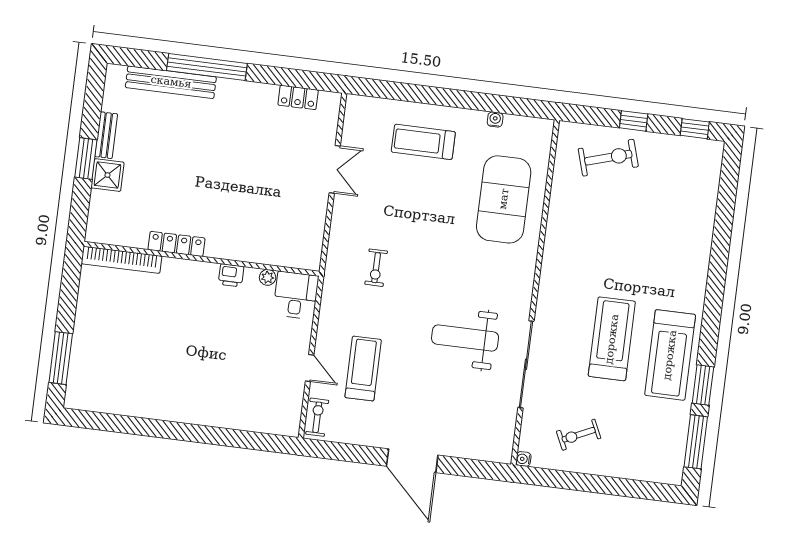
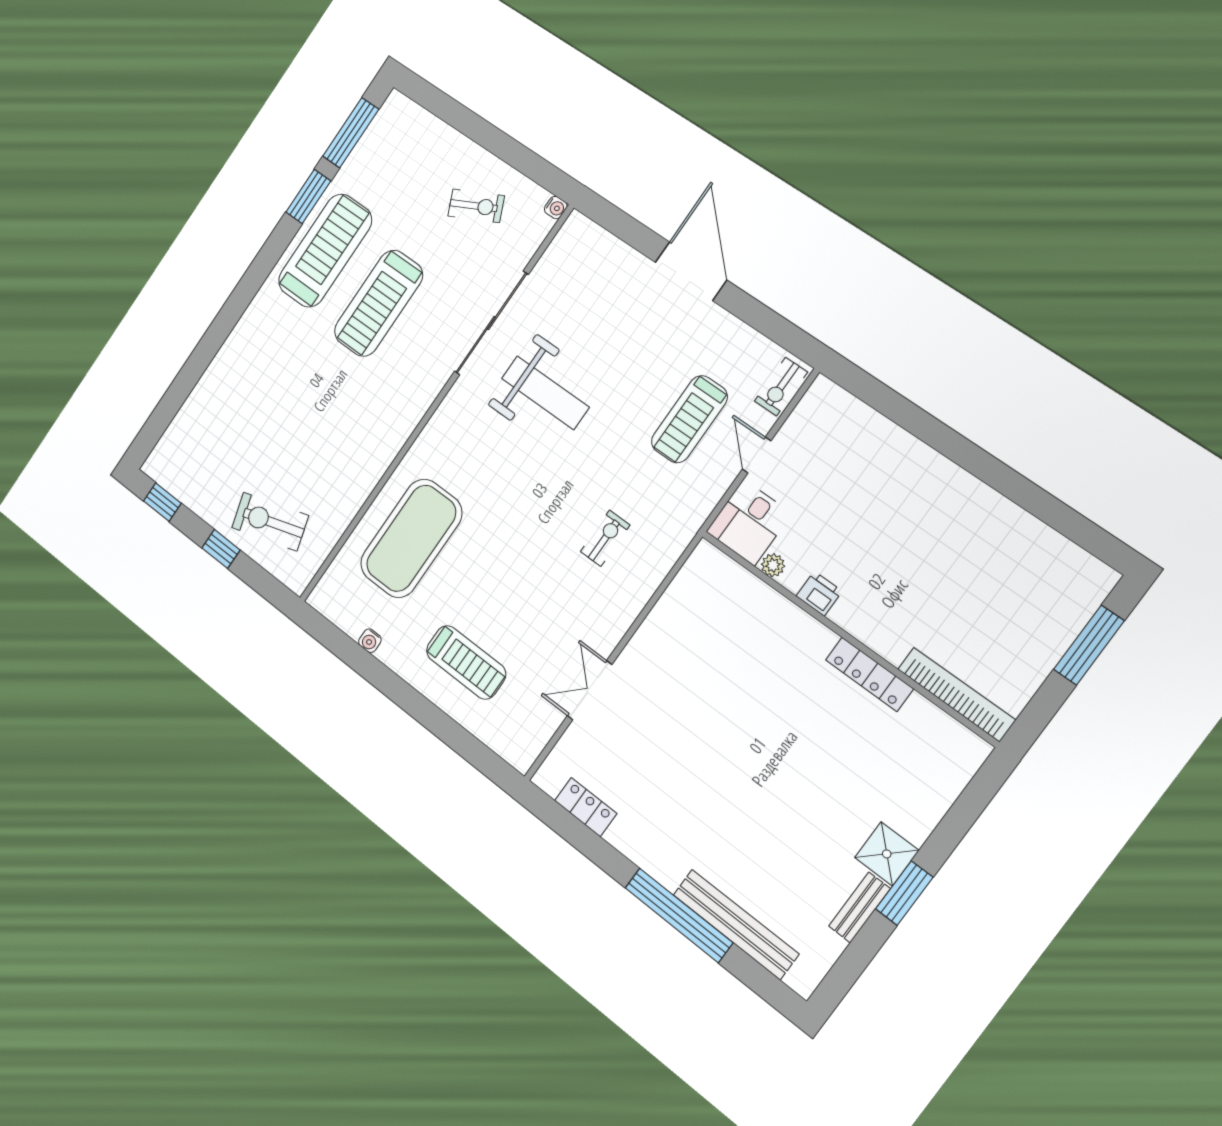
locker: (176, 244) -> (869, 674), moved
wall: (202, 259) -> (847, 636), moved
bookcase: (122, 260) -> (956, 694), moved
printer: (231, 275) -> (819, 594), moved
plant: (268, 277) -> (773, 565), moved
desk: (296, 295) -> (749, 523), moved

